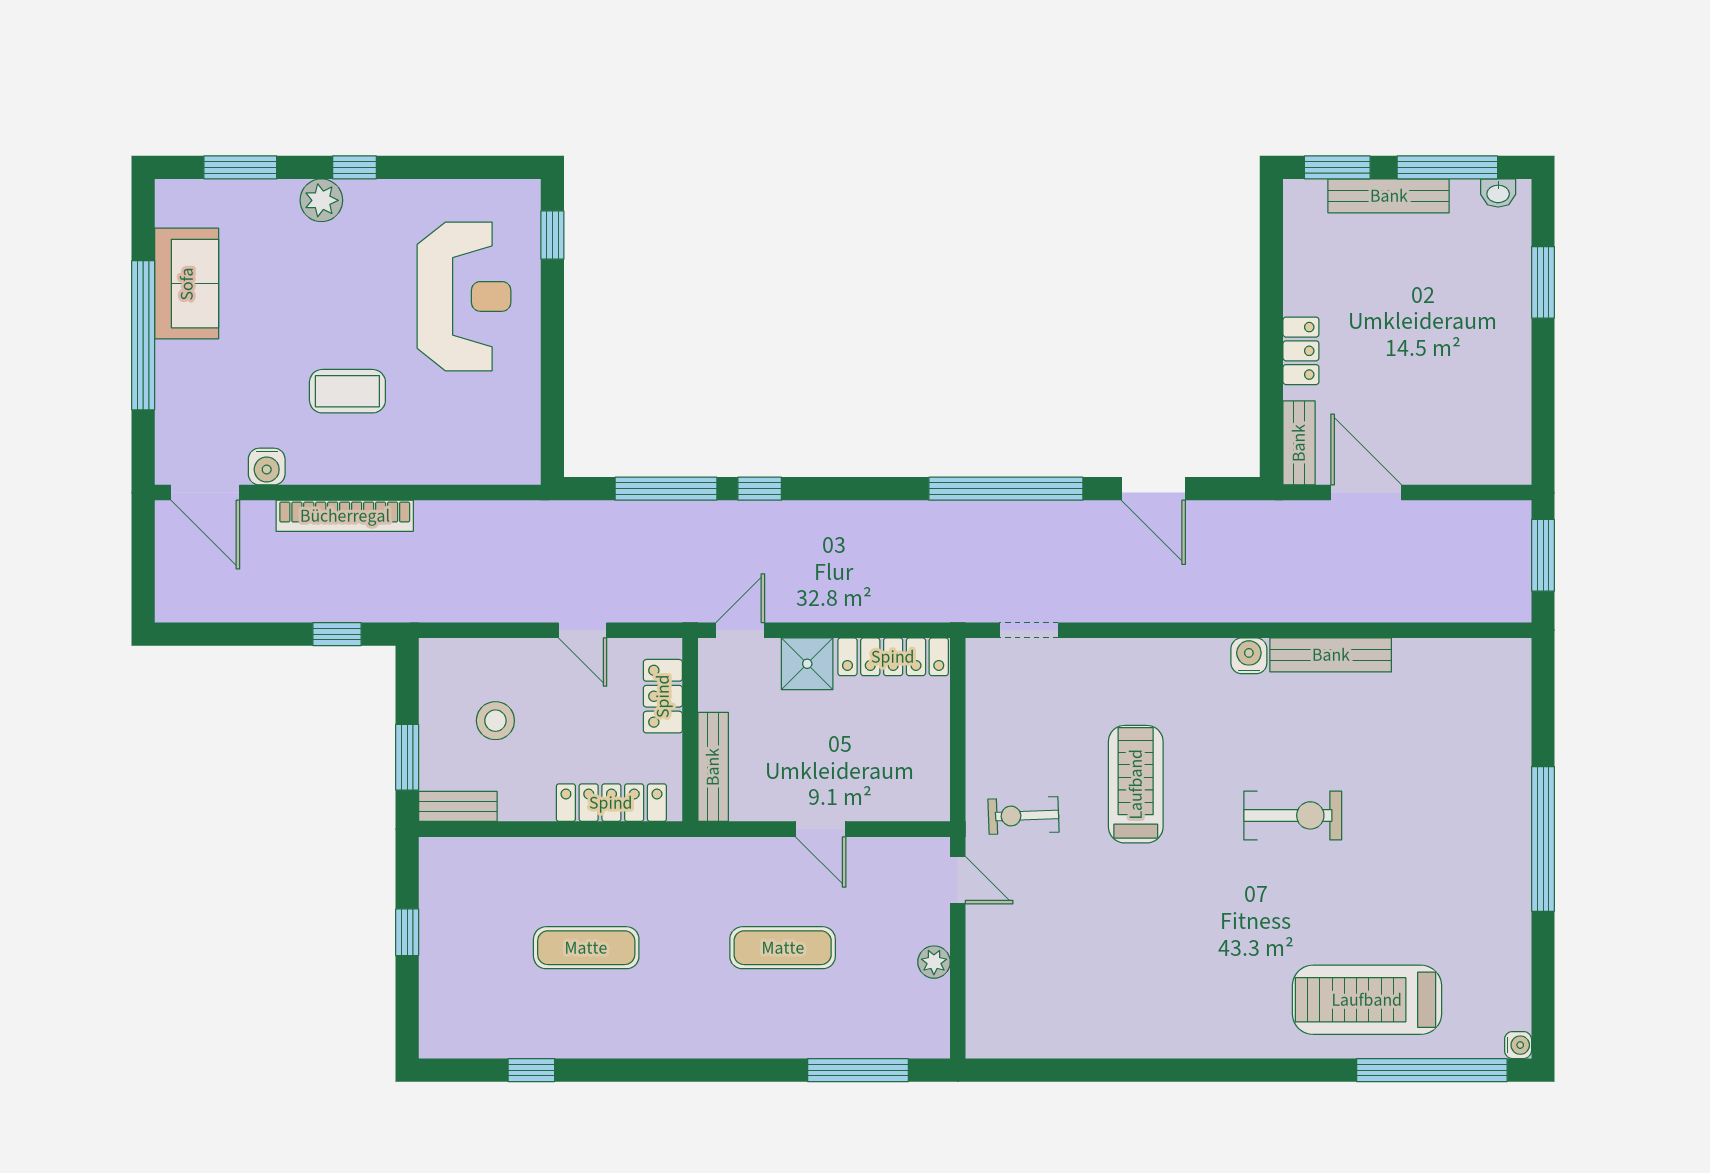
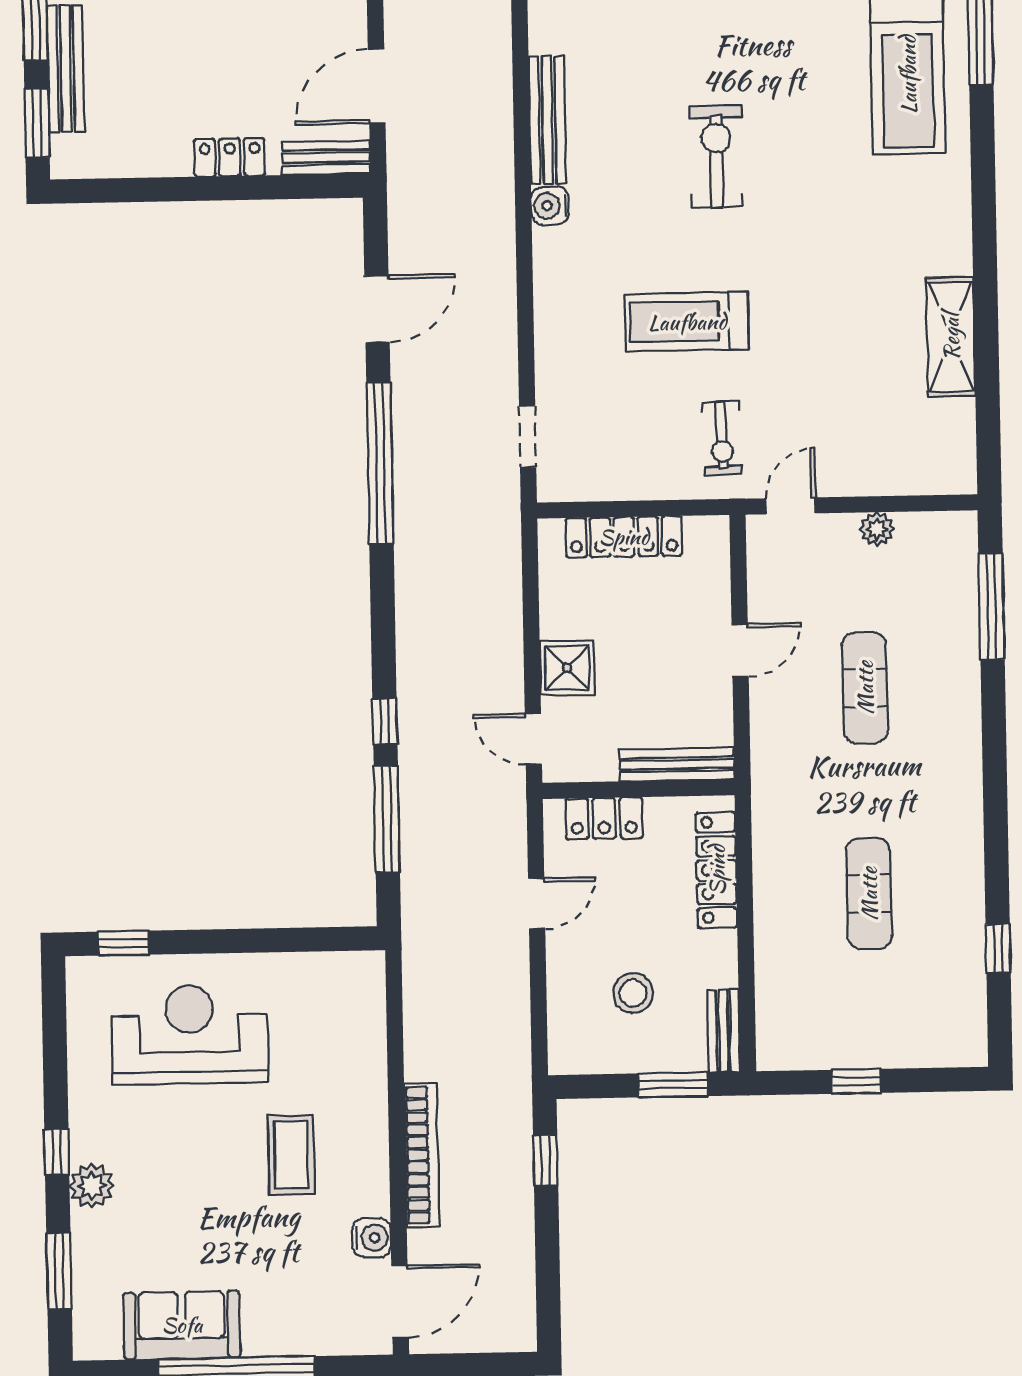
locker: (893, 657) -> (624, 537), moved, turned 90
shelving: (1116, 1036) -> (951, 337), added

